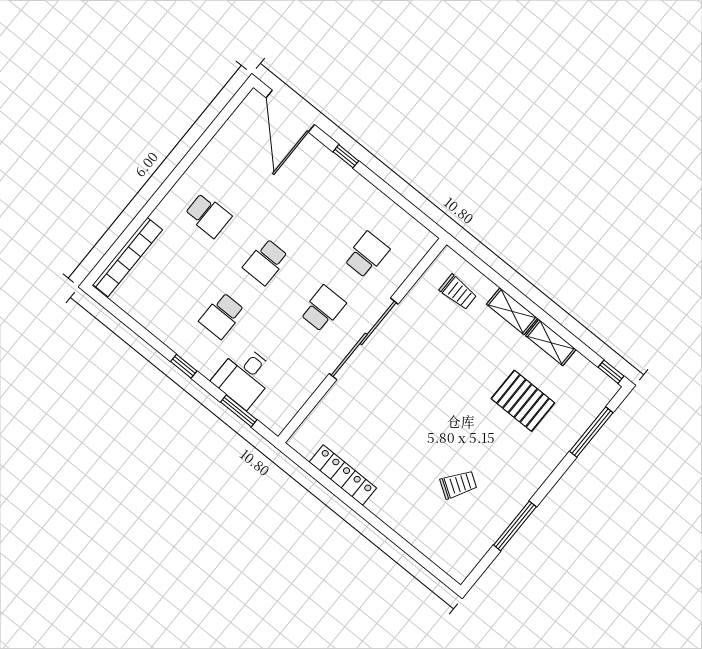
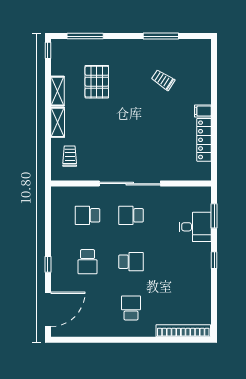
school desk: (222, 316) -> (88, 262), moved, turned 90
filing cabinet: (380, 503) -> (203, 111), added

